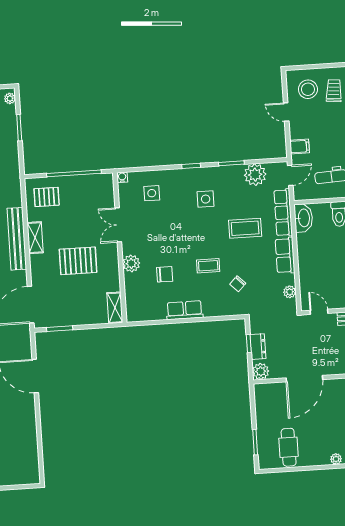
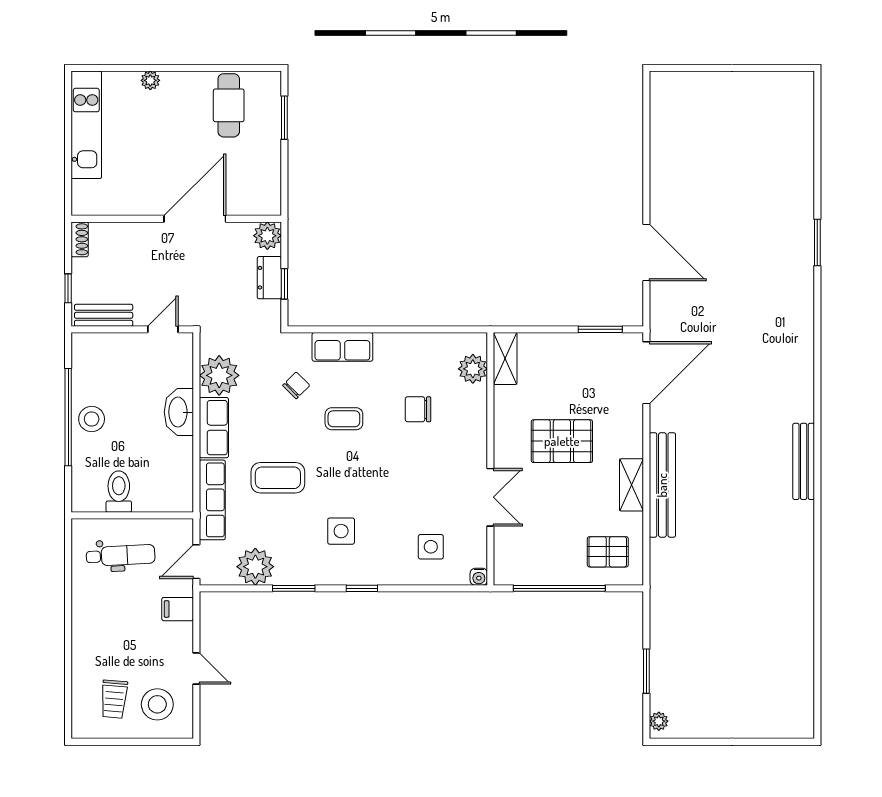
washbasin: (303, 218) -> (179, 412), moved
plant: (131, 263) -> (473, 369), moved
plant: (290, 292) -> (219, 375), width x1.88, depth x1.88
row of seats: (185, 310) -> (342, 347), moved
door: (319, 312) -> (163, 329), swing flipped

